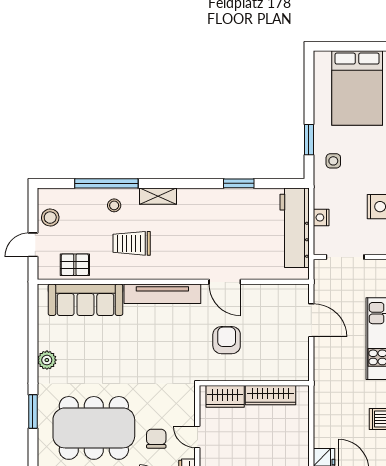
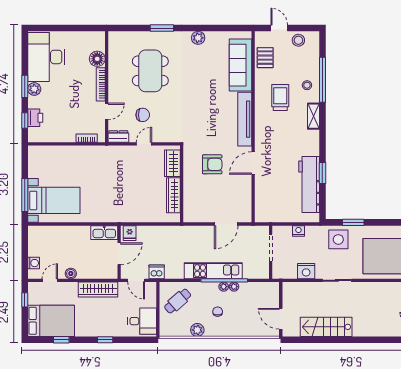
side table: (333, 161) -> (338, 239), width x1.87, depth x1.87
workbench: (295, 228) -> (309, 184), moved, turned -90
dining table: (94, 428) -> (150, 71), width x0.73, depth x0.80

